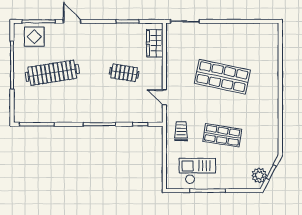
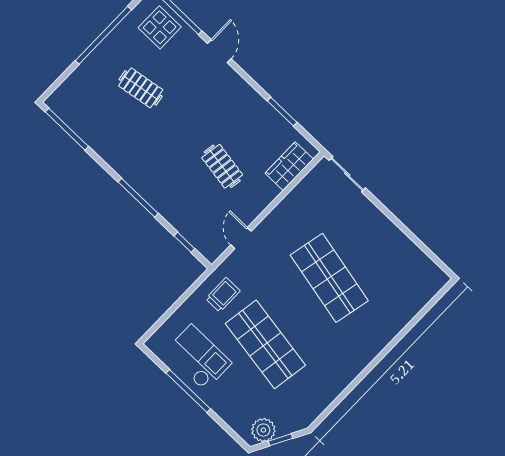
clothes rail: (52, 73) -> (141, 88), width x0.54, depth x0.76
shop shelf: (222, 135) -> (265, 344), width x1.43, depth x1.36

